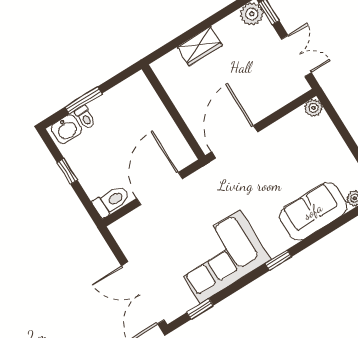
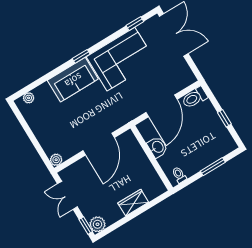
toilet: (85, 117) -> (179, 175), moved
washbasin: (66, 129) -> (157, 147), moved, turned 90
door: (235, 142) -> (99, 144), moved
sofa: (313, 211) -> (73, 80), moved

